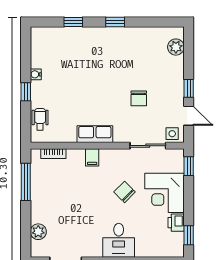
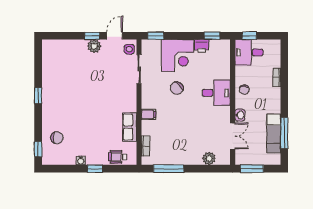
window: (73, 22) -> (38, 149), moved
plant: (176, 47) -> (94, 46), moved
chair: (139, 98) -> (57, 138), moved
row of seats: (95, 134) -> (130, 127), moved

